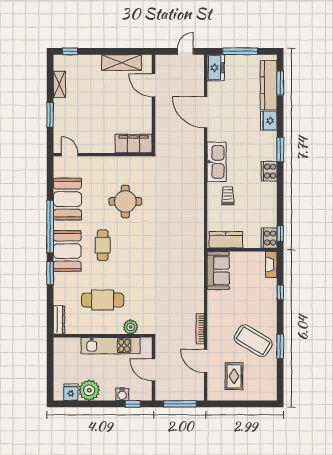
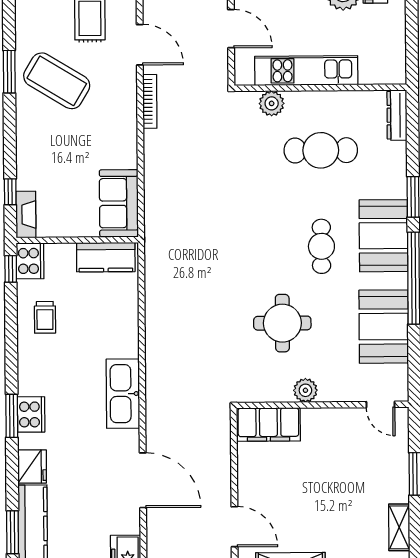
plant: (112, 163) -> (305, 390), added
cooker: (269, 171) -> (31, 414), moved
trolley: (228, 196) -> (45, 317), moved
window: (280, 292) -> (10, 192), moved

